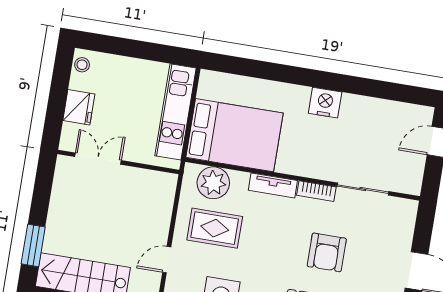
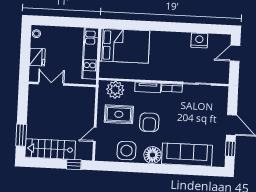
nightstand: (325, 103) -> (199, 40), moved
bed: (234, 135) -> (125, 46), moved
armchair: (327, 252) -> (149, 122), moved

